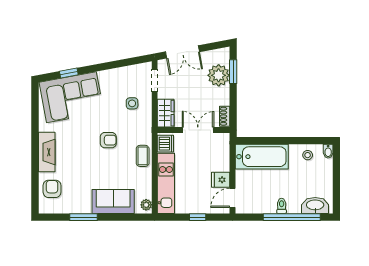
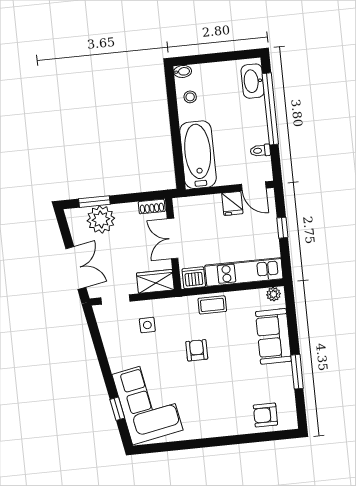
fireplace: (47, 152) -> (220, 426), removed
toilet: (282, 206) -> (260, 151), moved

